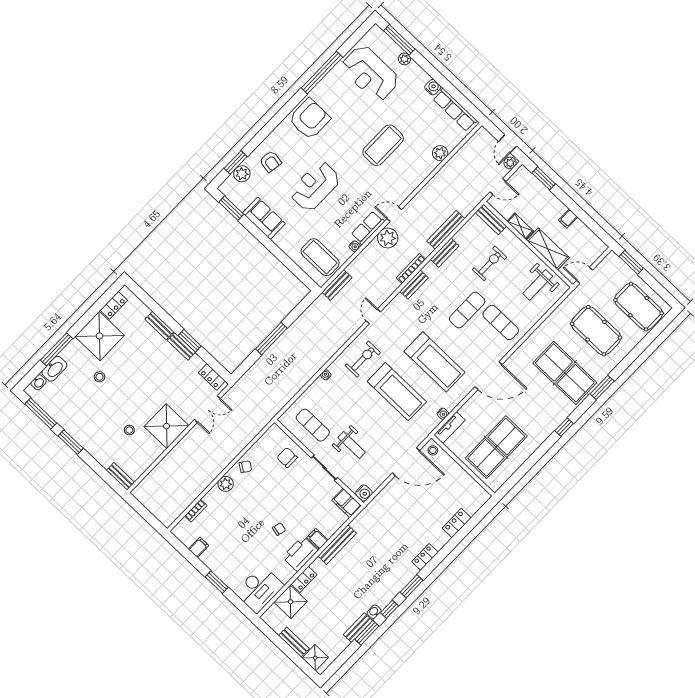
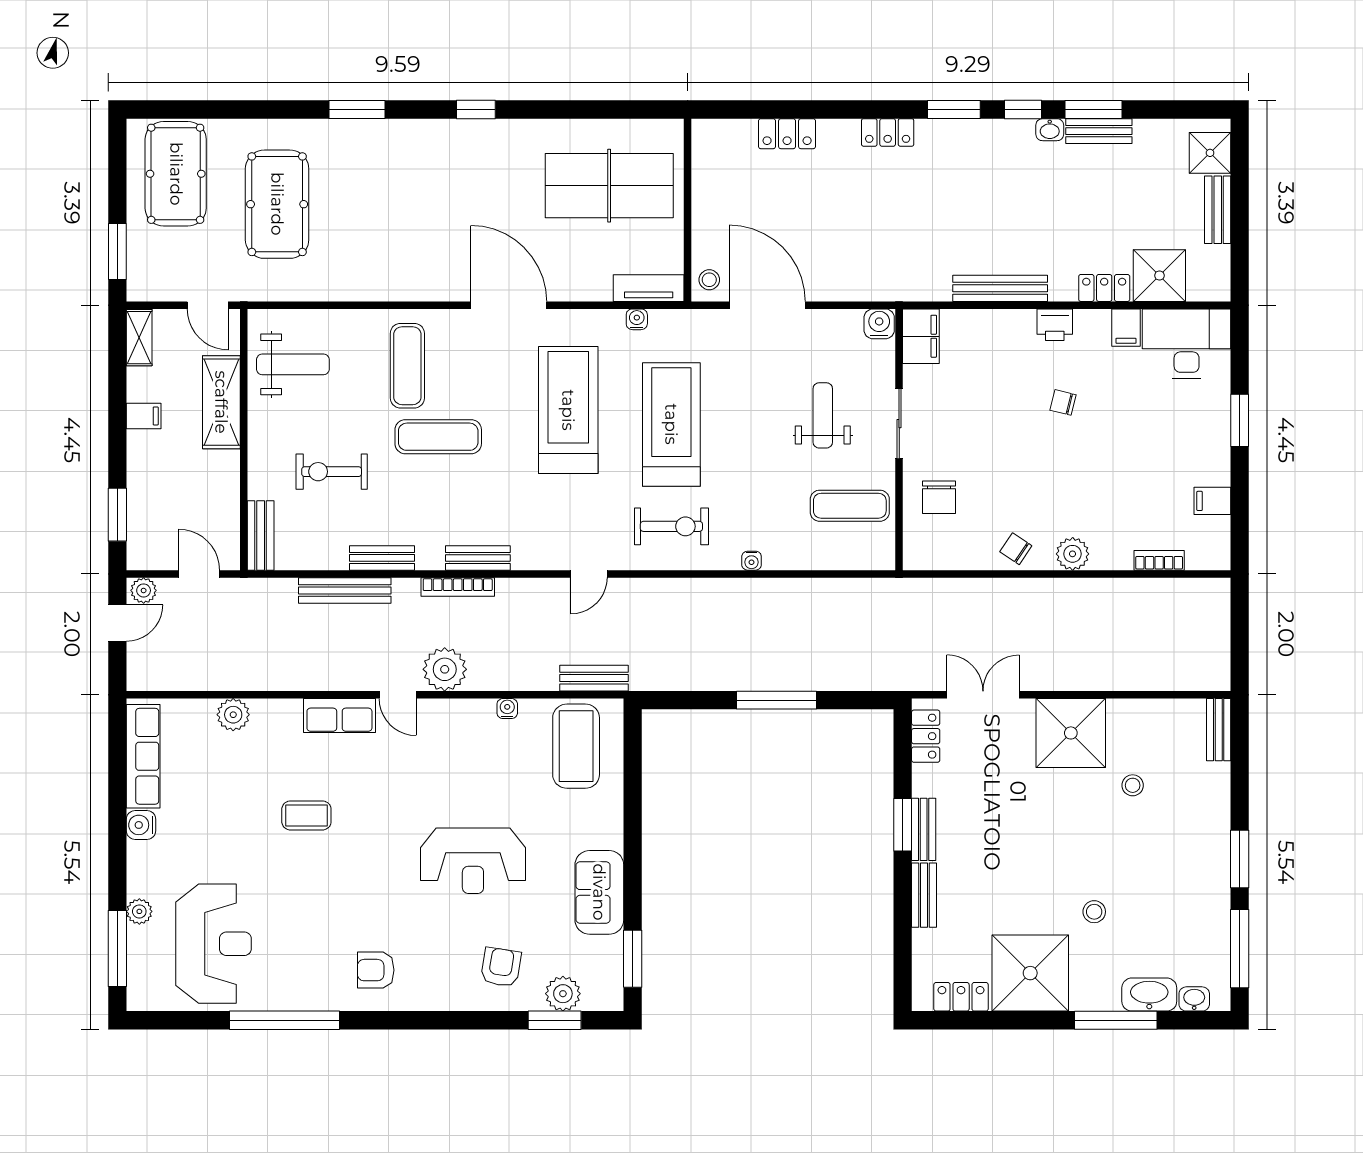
armchair: (309, 119) -> (376, 970), width x0.53, depth x0.53
coffee table: (383, 145) -> (306, 815), width x0.54, depth x0.58
shelving: (520, 226) -> (139, 338), moved
row of seats: (368, 228) -> (339, 716), moved
exercise bike: (363, 359) -> (671, 526), turned 180
table tennis table: (565, 373) -> (390, 190), removed
exercise mat: (313, 425) -> (850, 506), turned 90
filing cabinet: (317, 539) -> (1126, 328), moved
printer: (300, 554) -> (1055, 325), width x0.53, depth x0.68

